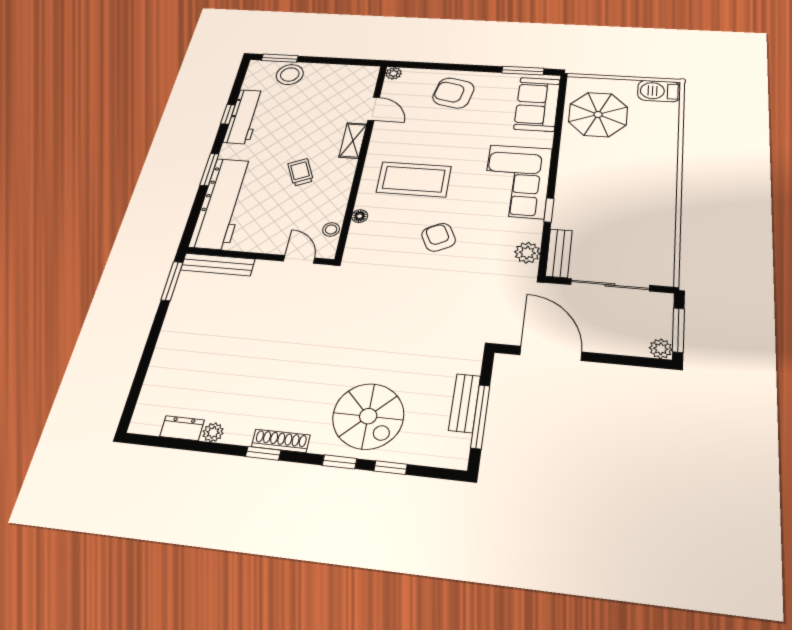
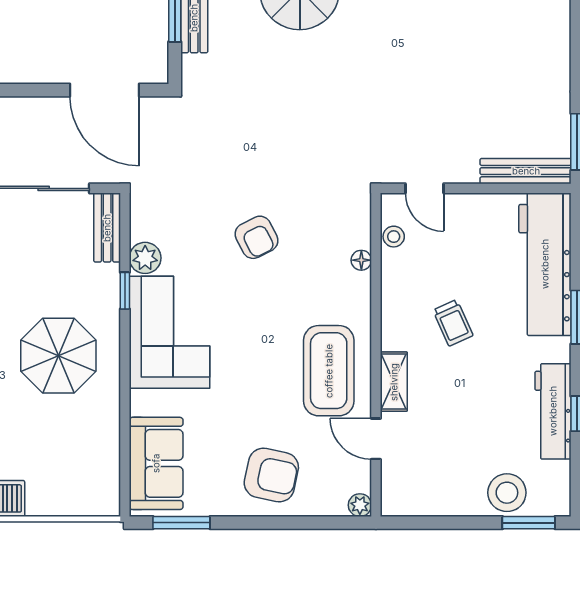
parasol: (598, 114) -> (58, 356), moved
coffee table: (414, 179) -> (329, 371), moved, turned 90
plant: (527, 253) -> (145, 258), moved

